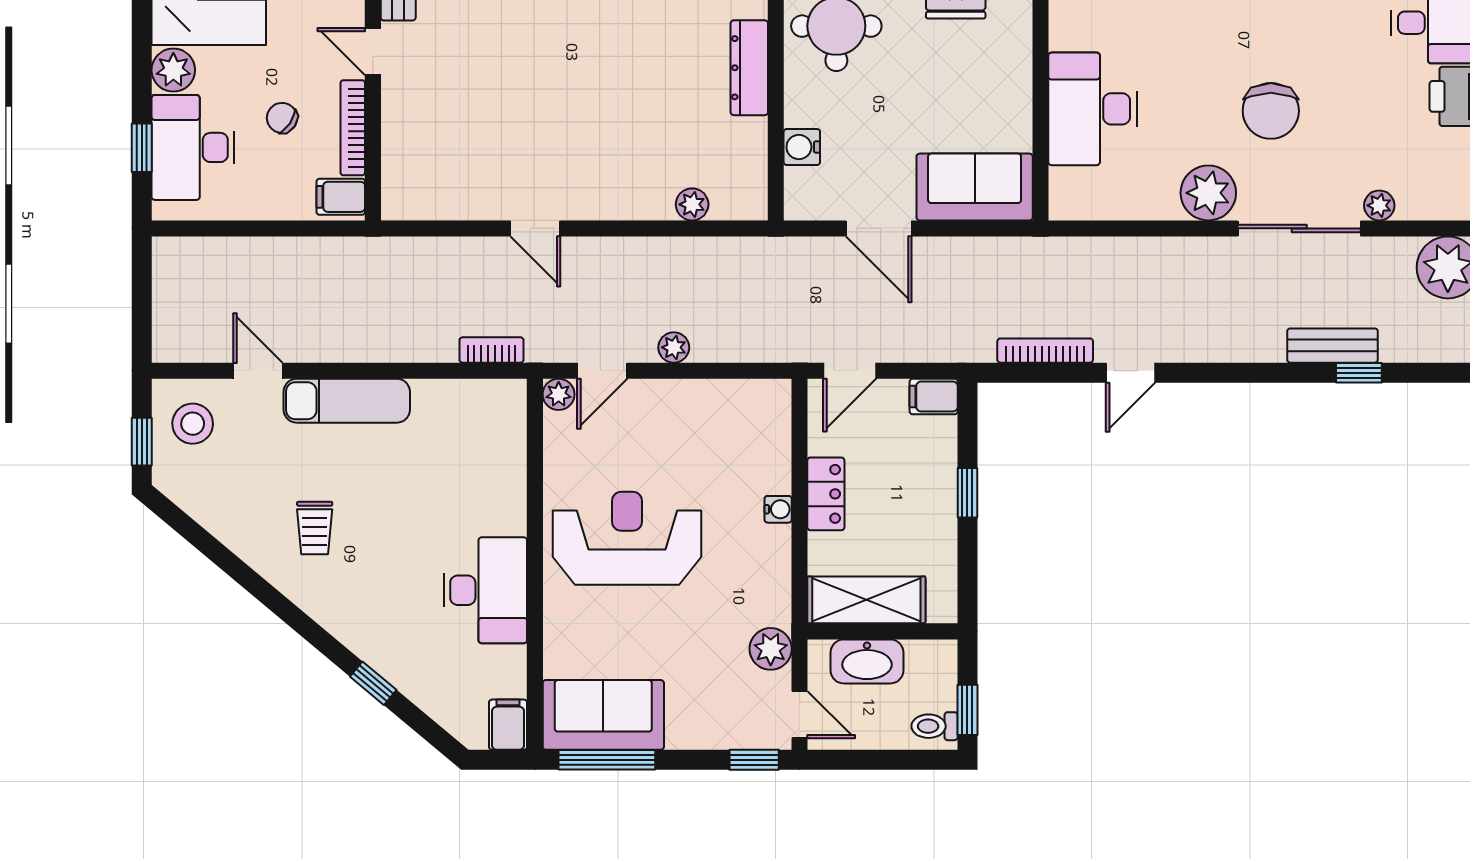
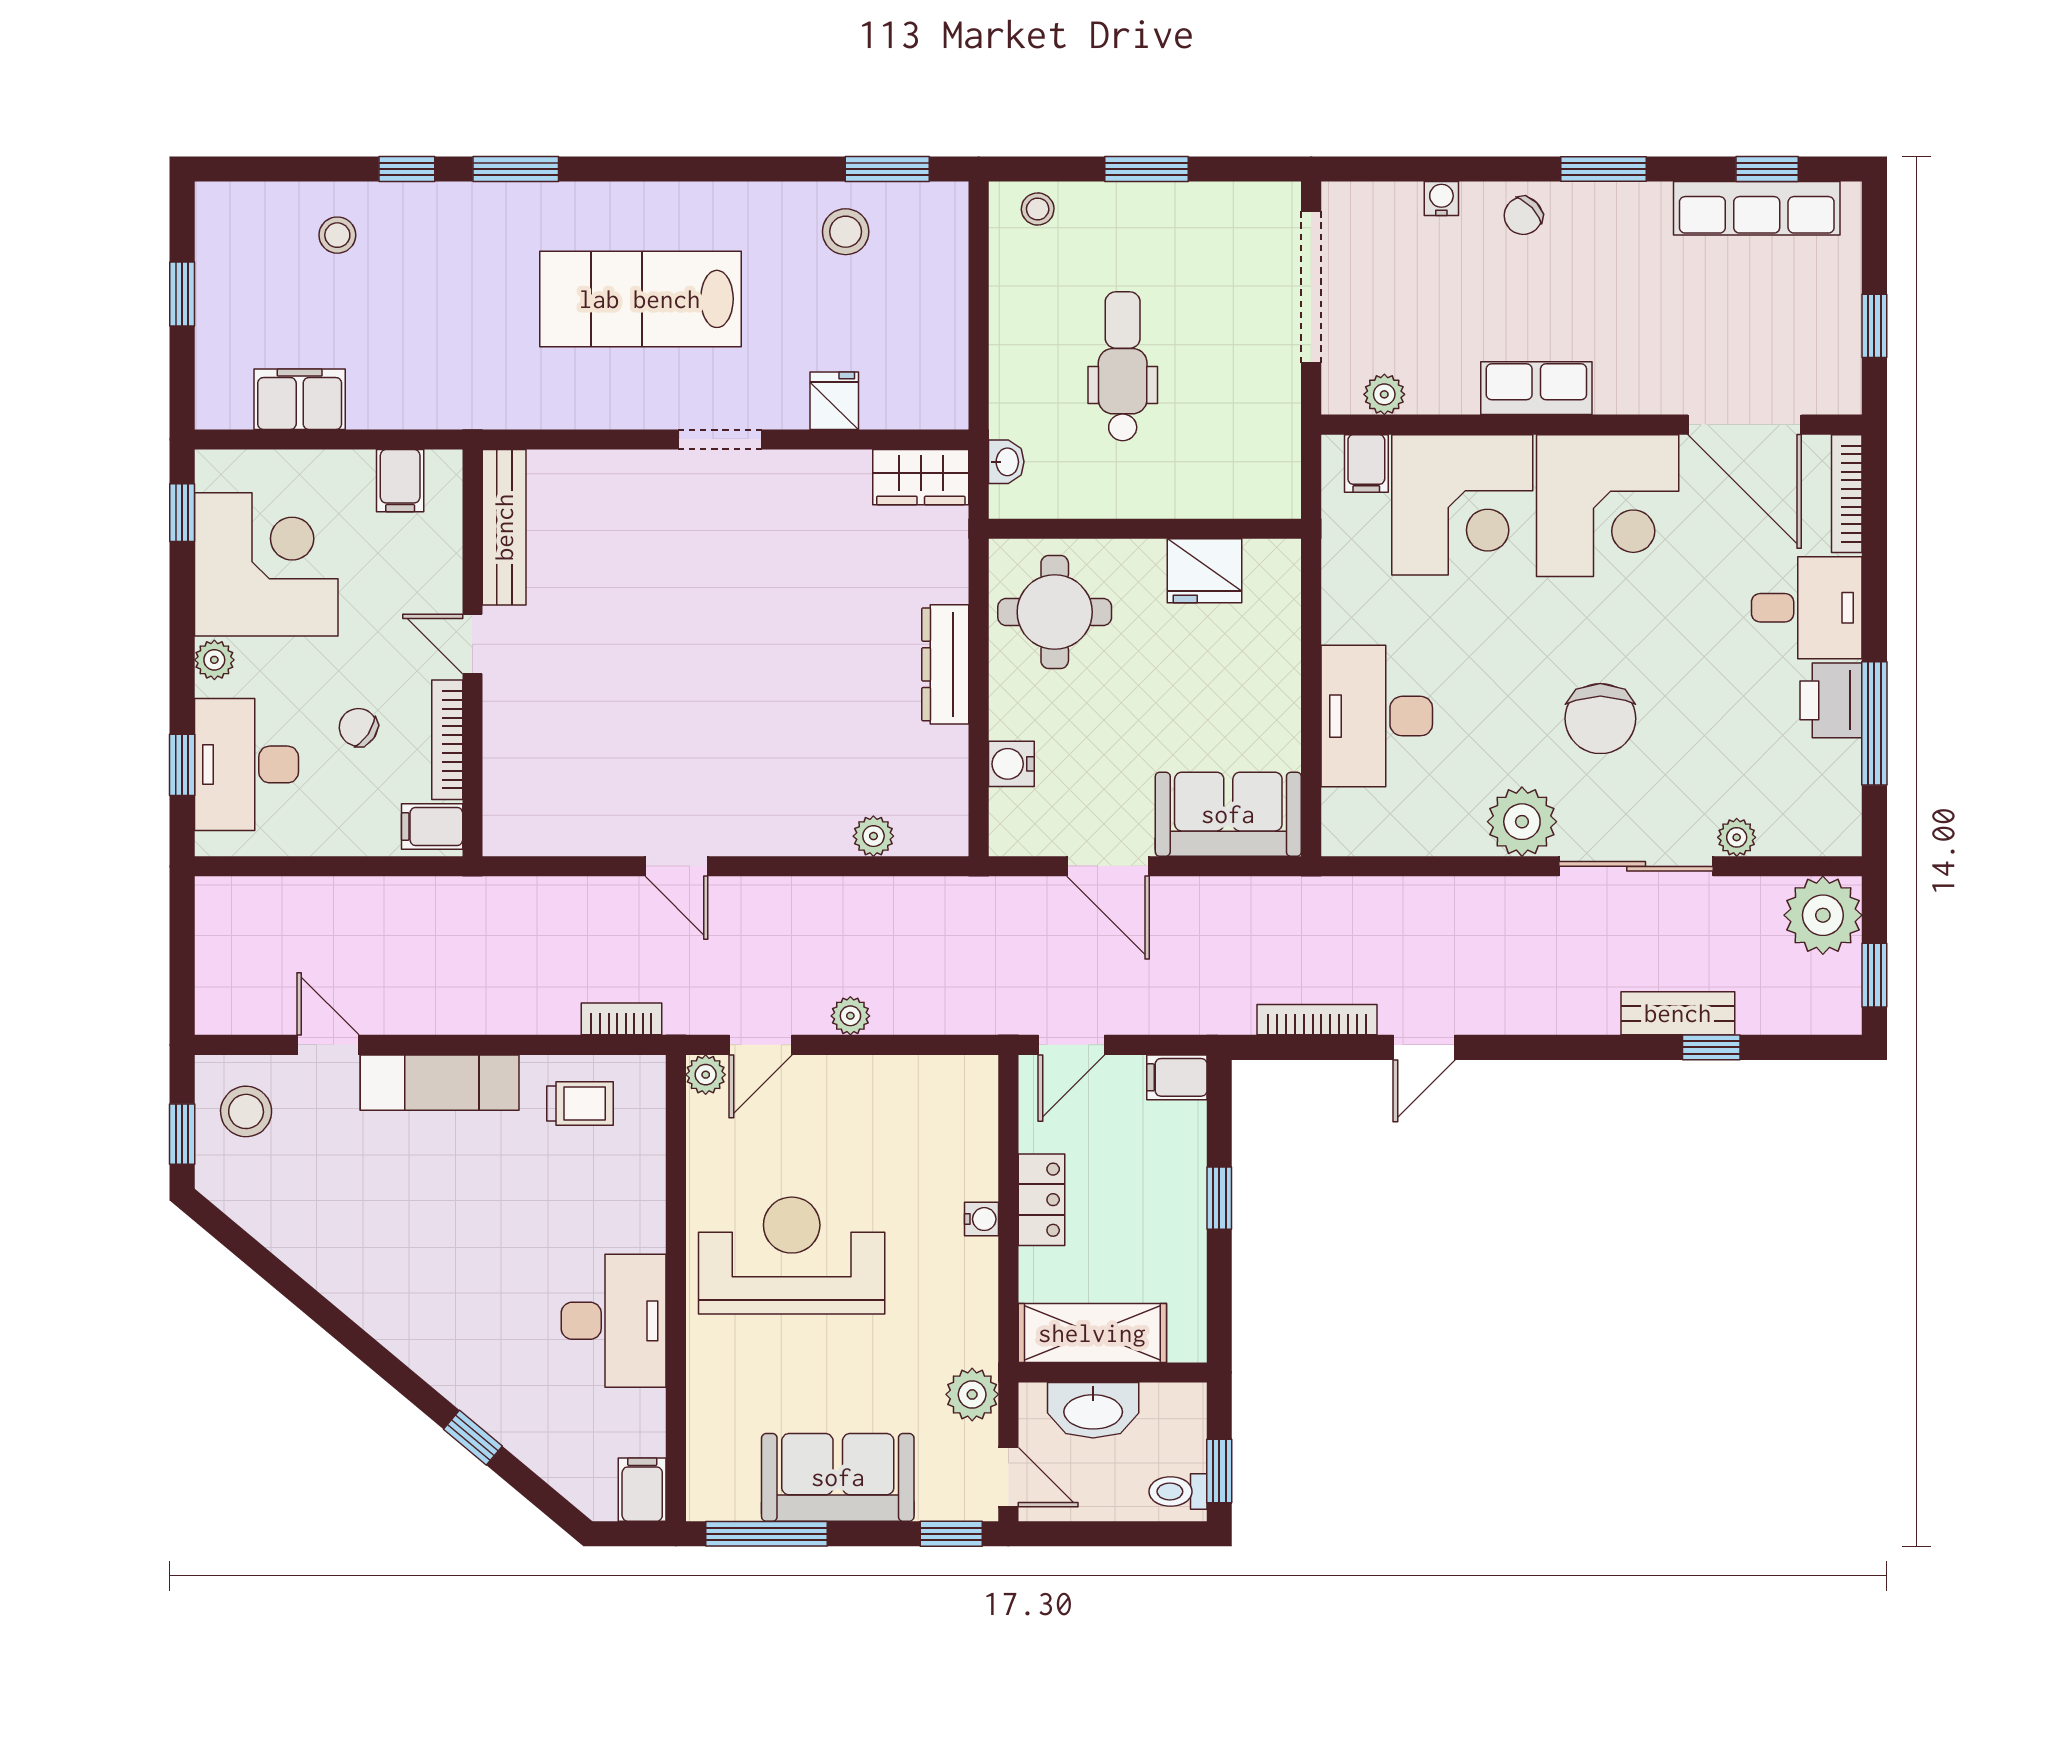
plant: (173, 70) -> (214, 660), width x0.73, depth x0.73
trolley: (315, 528) -> (580, 1104), moved, turned -90
sofa: (603, 715) -> (838, 1477), moved

